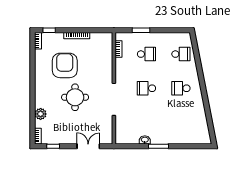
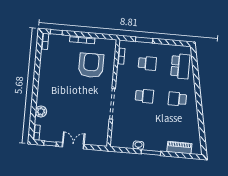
school desk: (181, 54) -> (180, 66), width x1.85
armchair: (65, 65) -> (91, 65), moved
school desk: (146, 88) -> (144, 96), turned 180
round table: (75, 97) -> (75, 99), removed
piano: (188, 139) -> (179, 148), added
double door: (88, 146) -> (73, 146), moved

